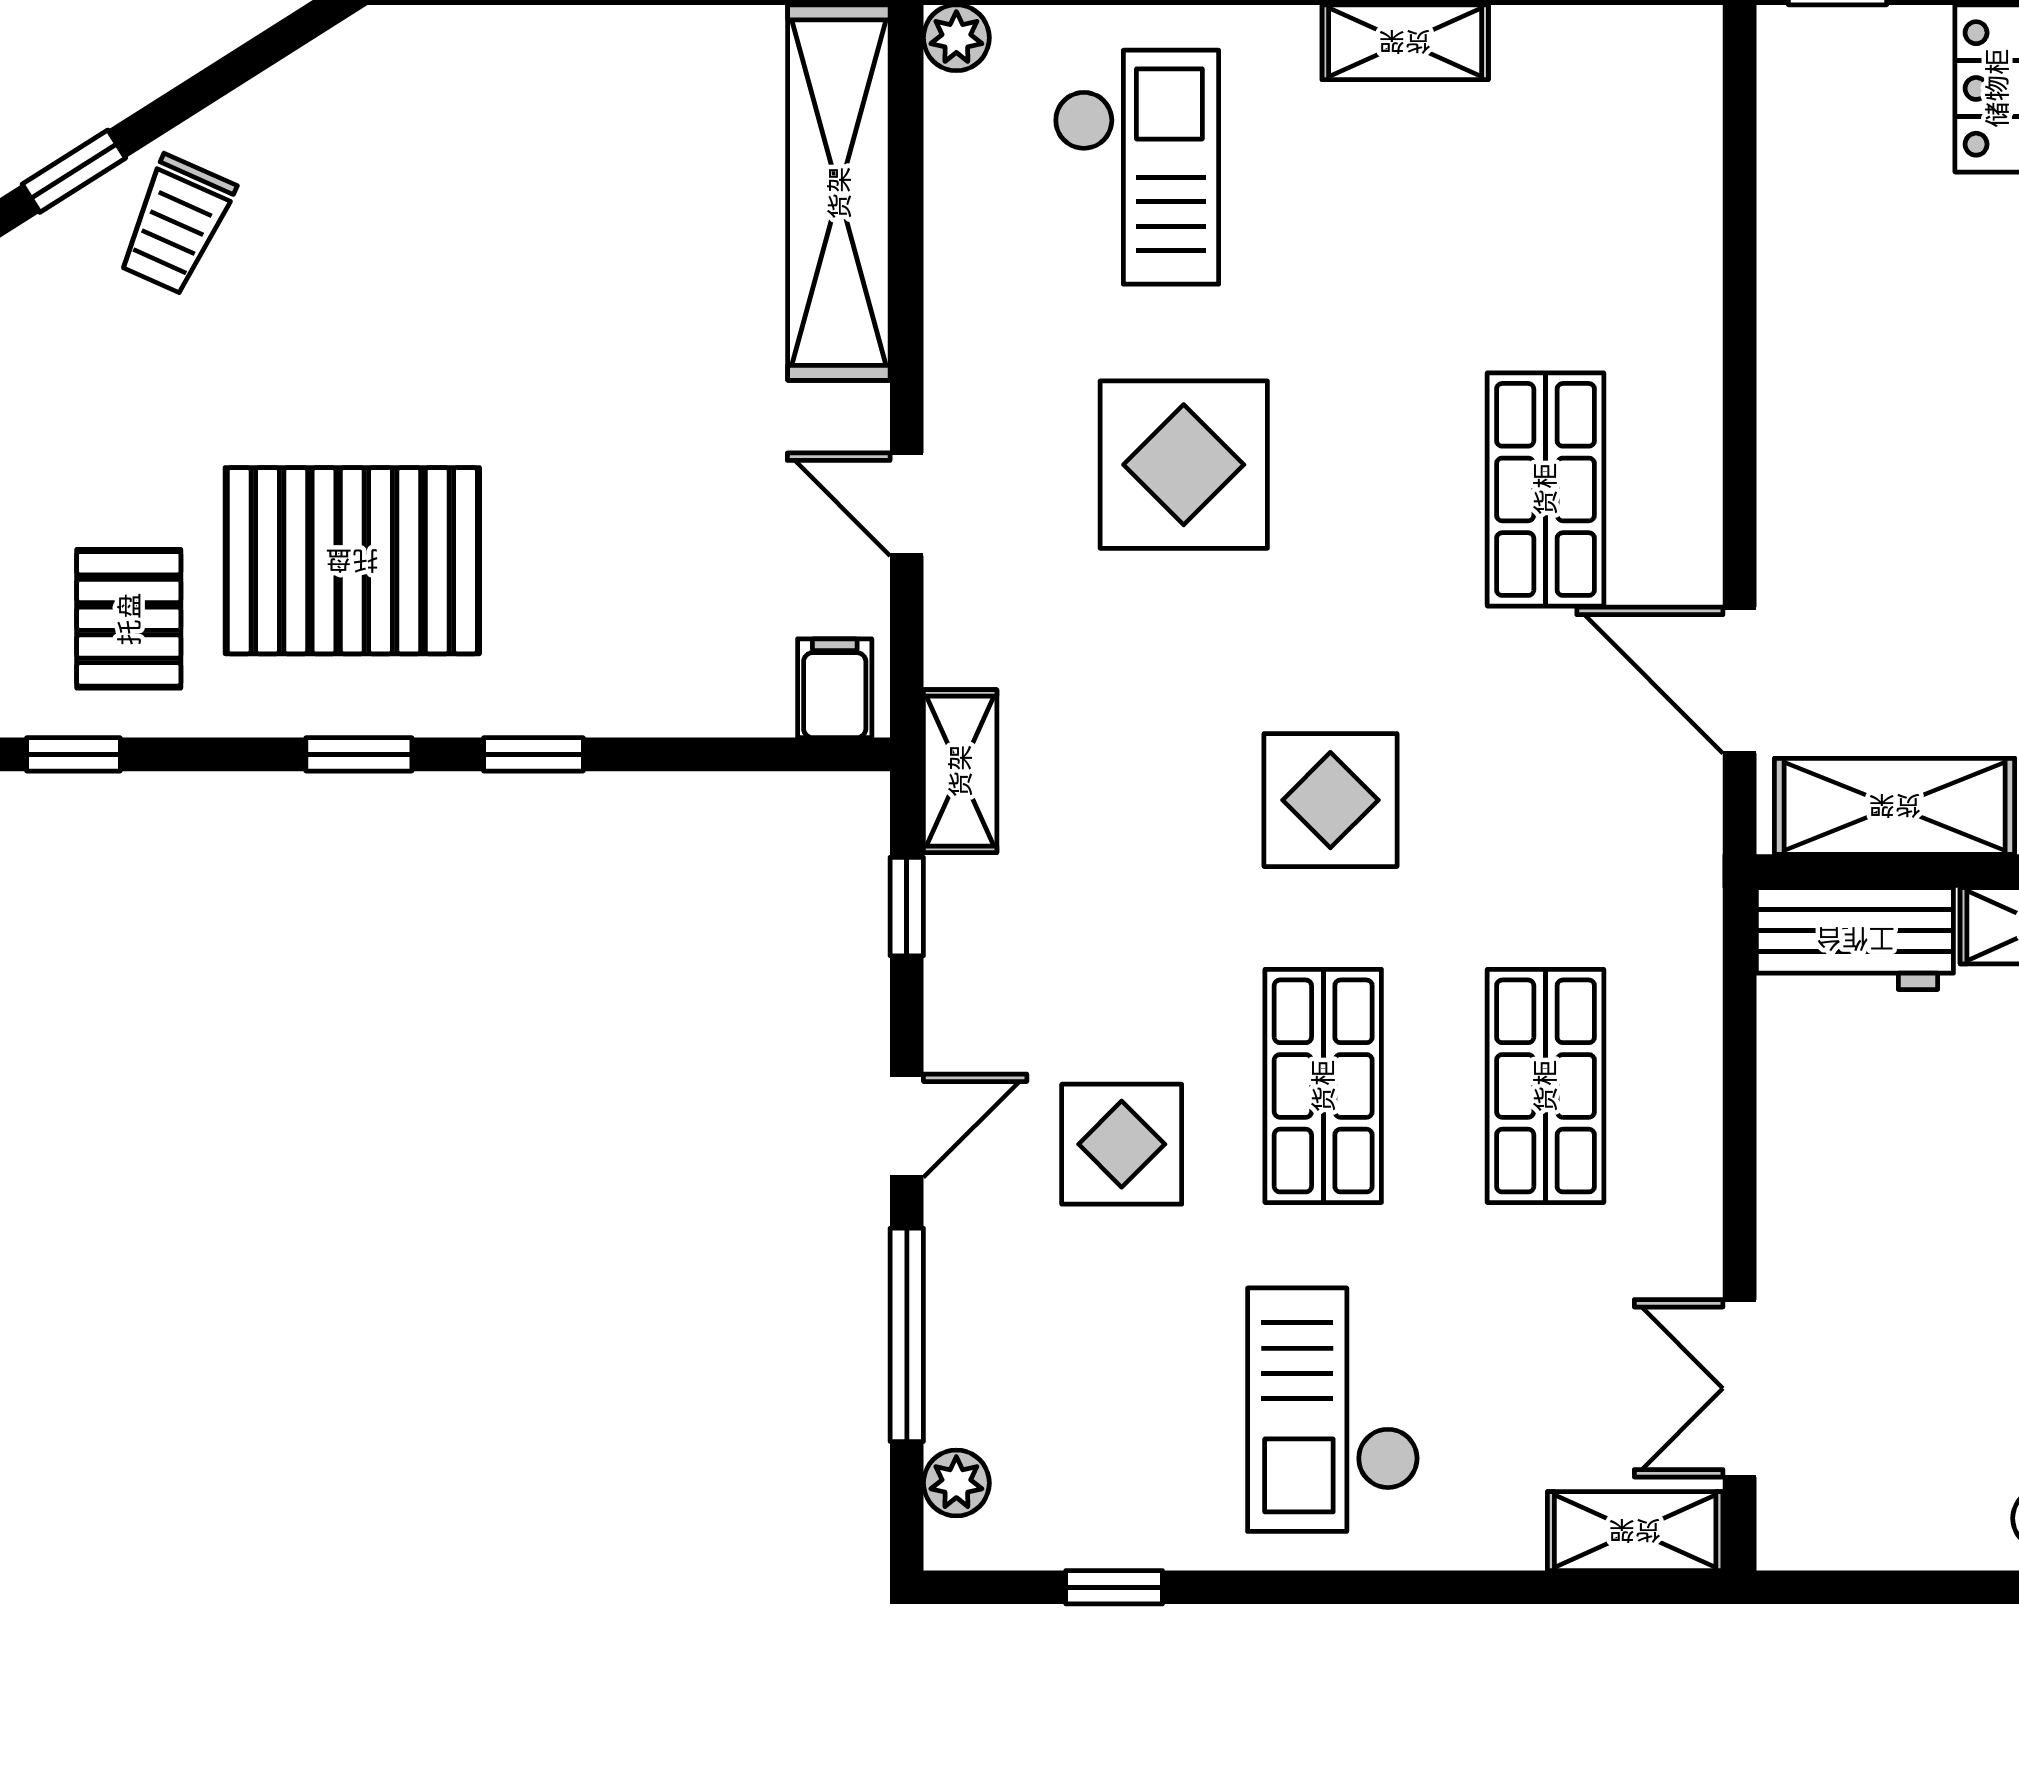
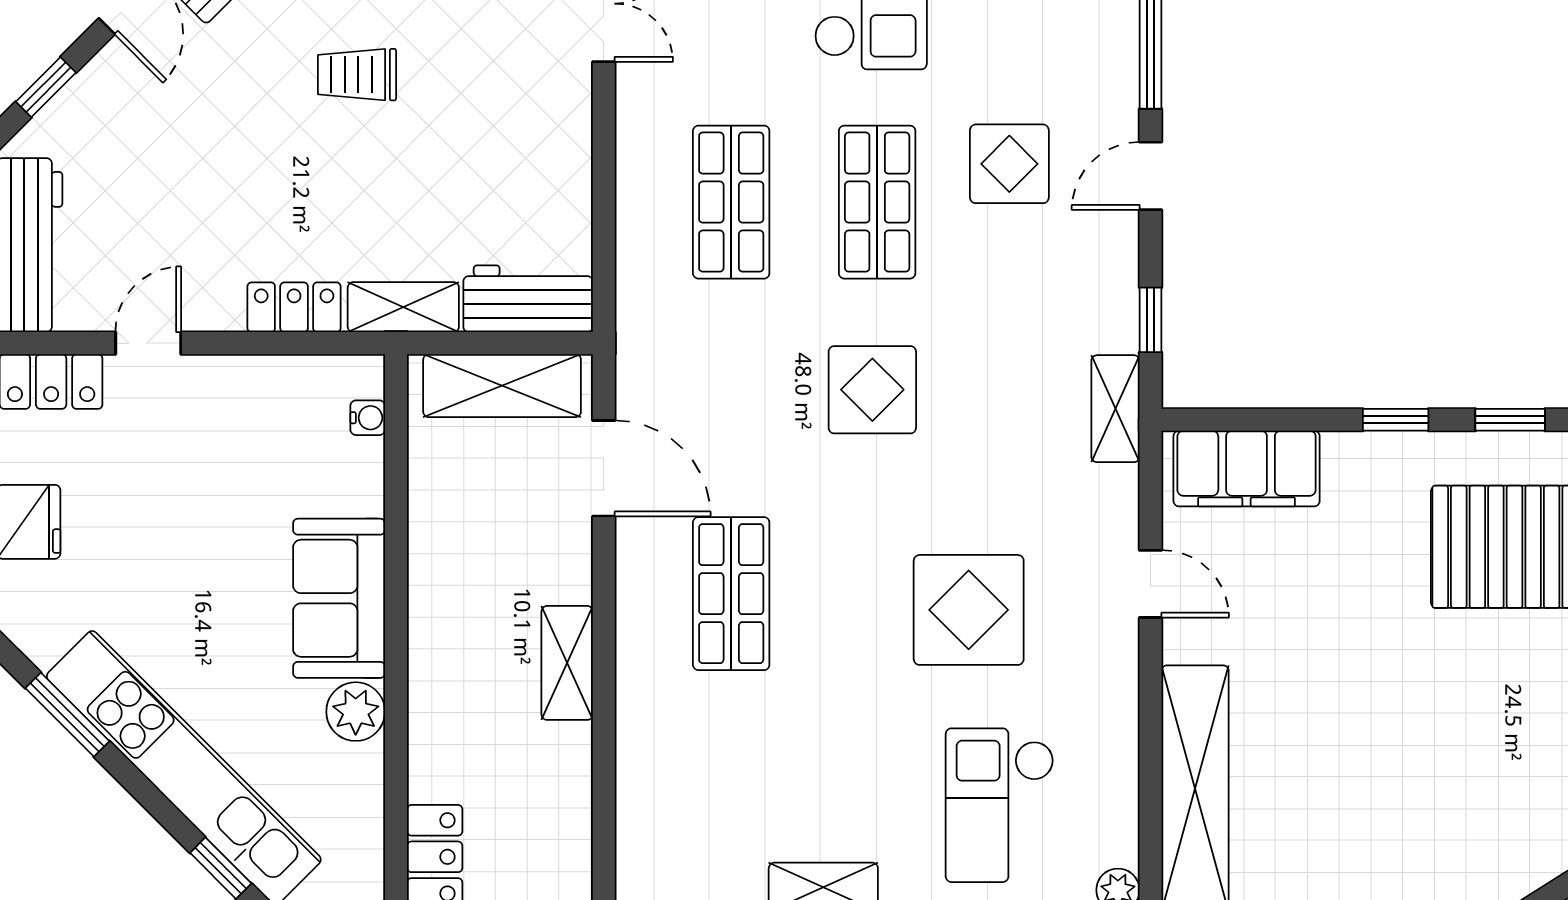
shelving: (1795, 384) -> (567, 663), added
filing cabinet: (835, 688) -> (1247, 469), width x3.00, depth x1.17

